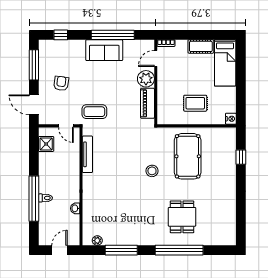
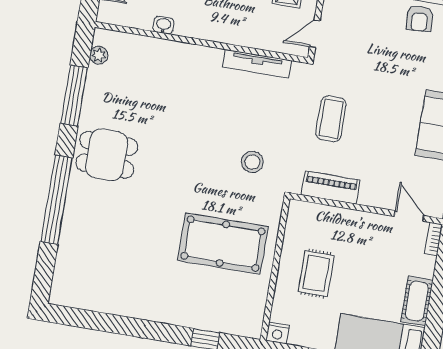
plant: (146, 79) -> (375, 192), removed
armchair: (61, 83) -> (420, 19), moved, turned 78
coffee table: (94, 112) -> (331, 119), moved
stool: (152, 171) -> (252, 162), moved
dining table: (182, 217) -> (107, 155), moved

